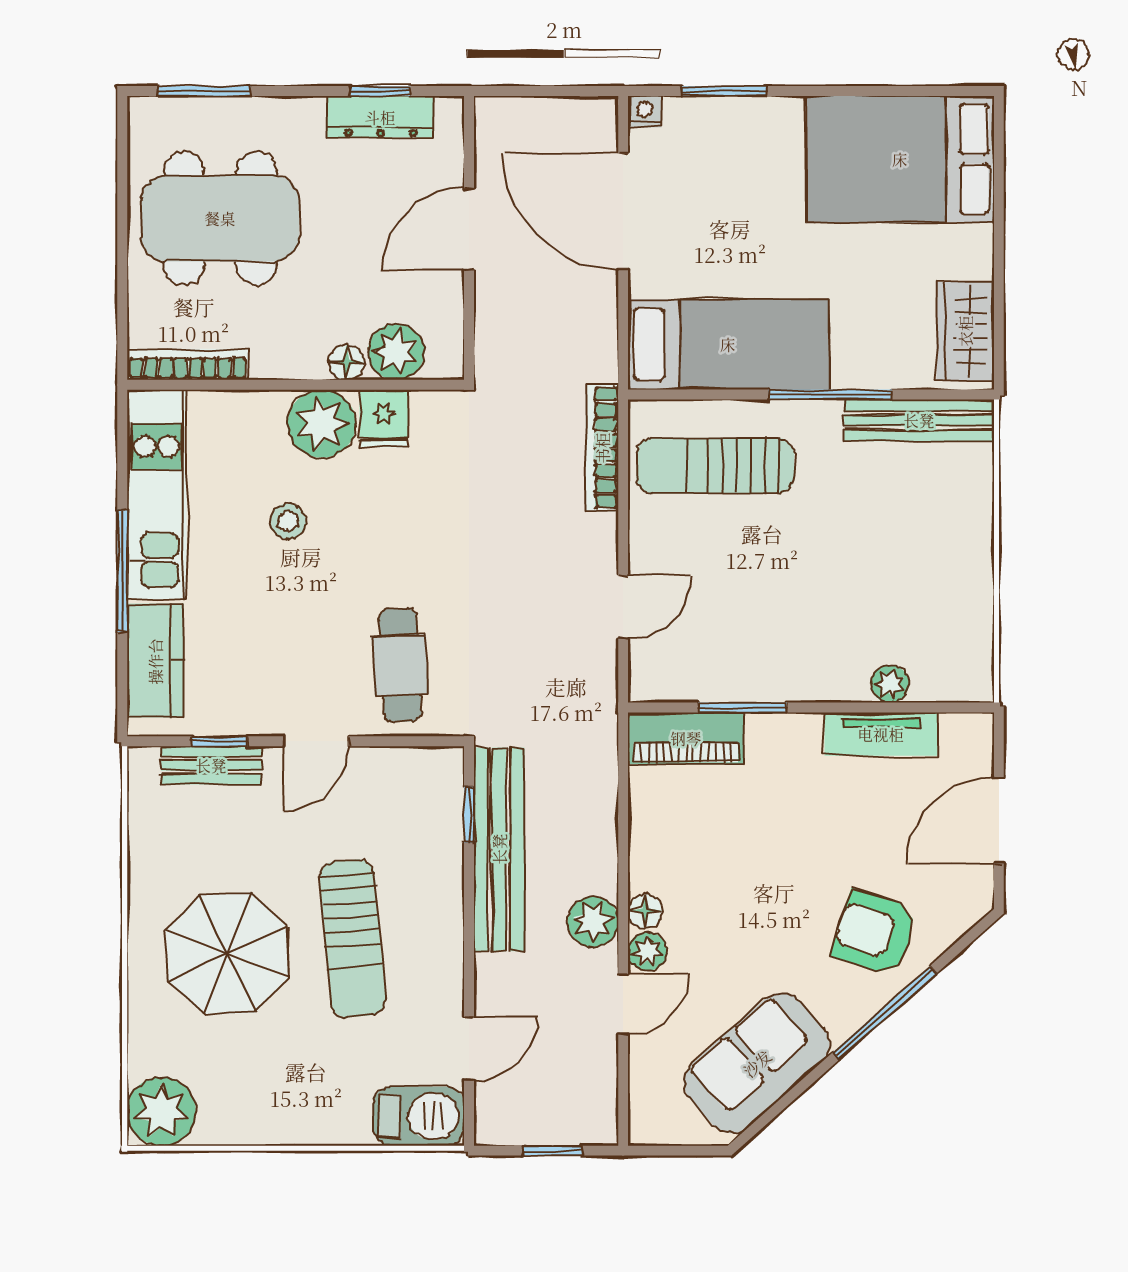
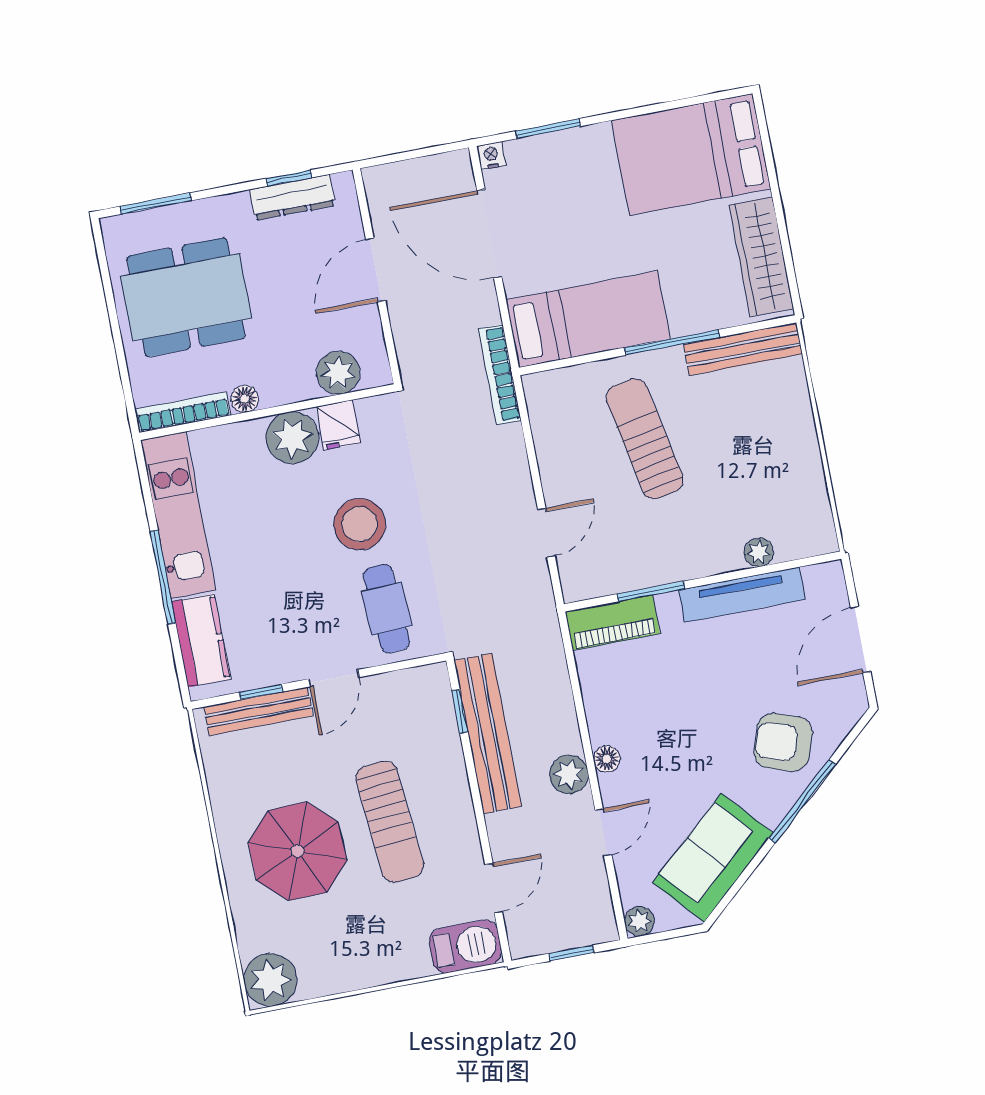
wardrobe: (965, 331) -> (761, 257), width x1.50
floor lamp: (346, 362) -> (245, 399), moved
bookcase: (602, 448) -> (500, 375), moved
sun lounger: (715, 466) -> (645, 439), moved, turned 79
stool: (288, 521) -> (360, 524), moved, width x1.89, depth x1.89
tv unit: (881, 734) -> (742, 595), width x1.41
bench: (211, 765) -> (258, 711), width x1.36
plant: (647, 951) -> (639, 921), moved

